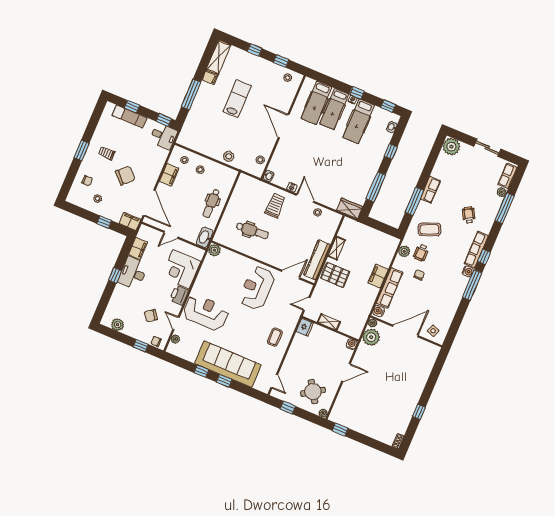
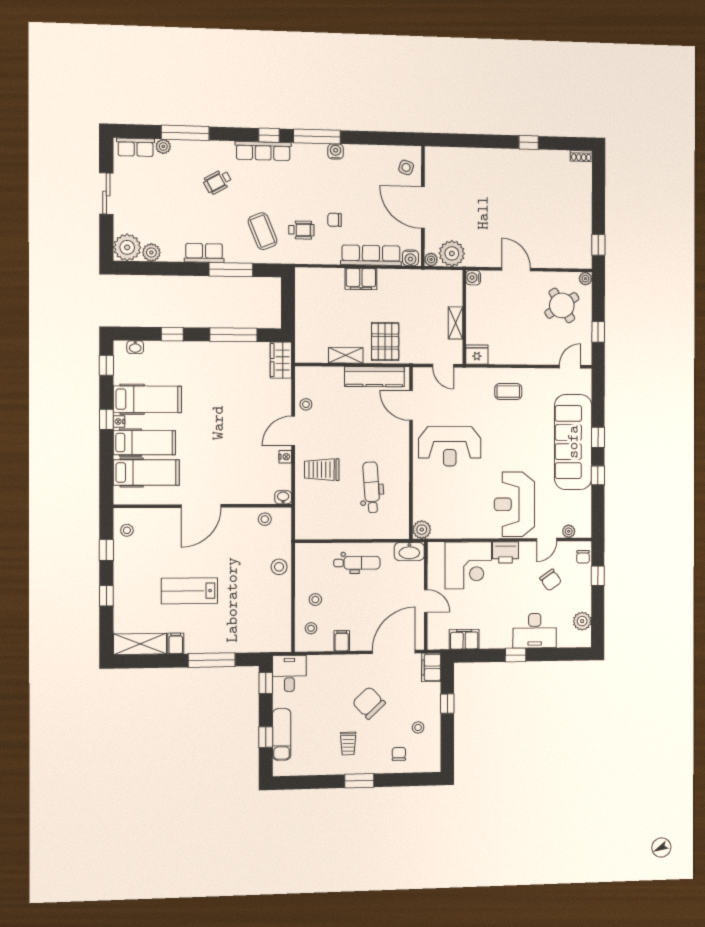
filing cabinet: (169, 175) -> (342, 641), width x0.50
plant: (404, 251) -> (151, 252), moved
water cooler: (468, 271) -> (336, 151), moved
desk: (133, 273) -> (535, 631), moved

